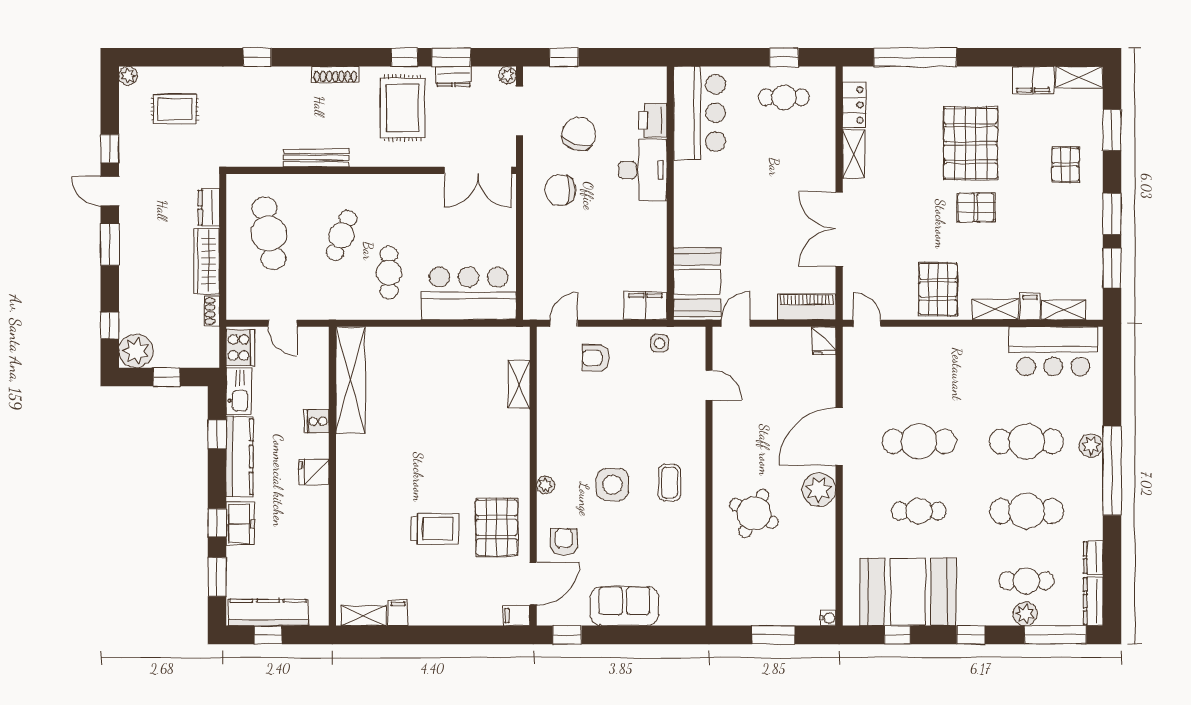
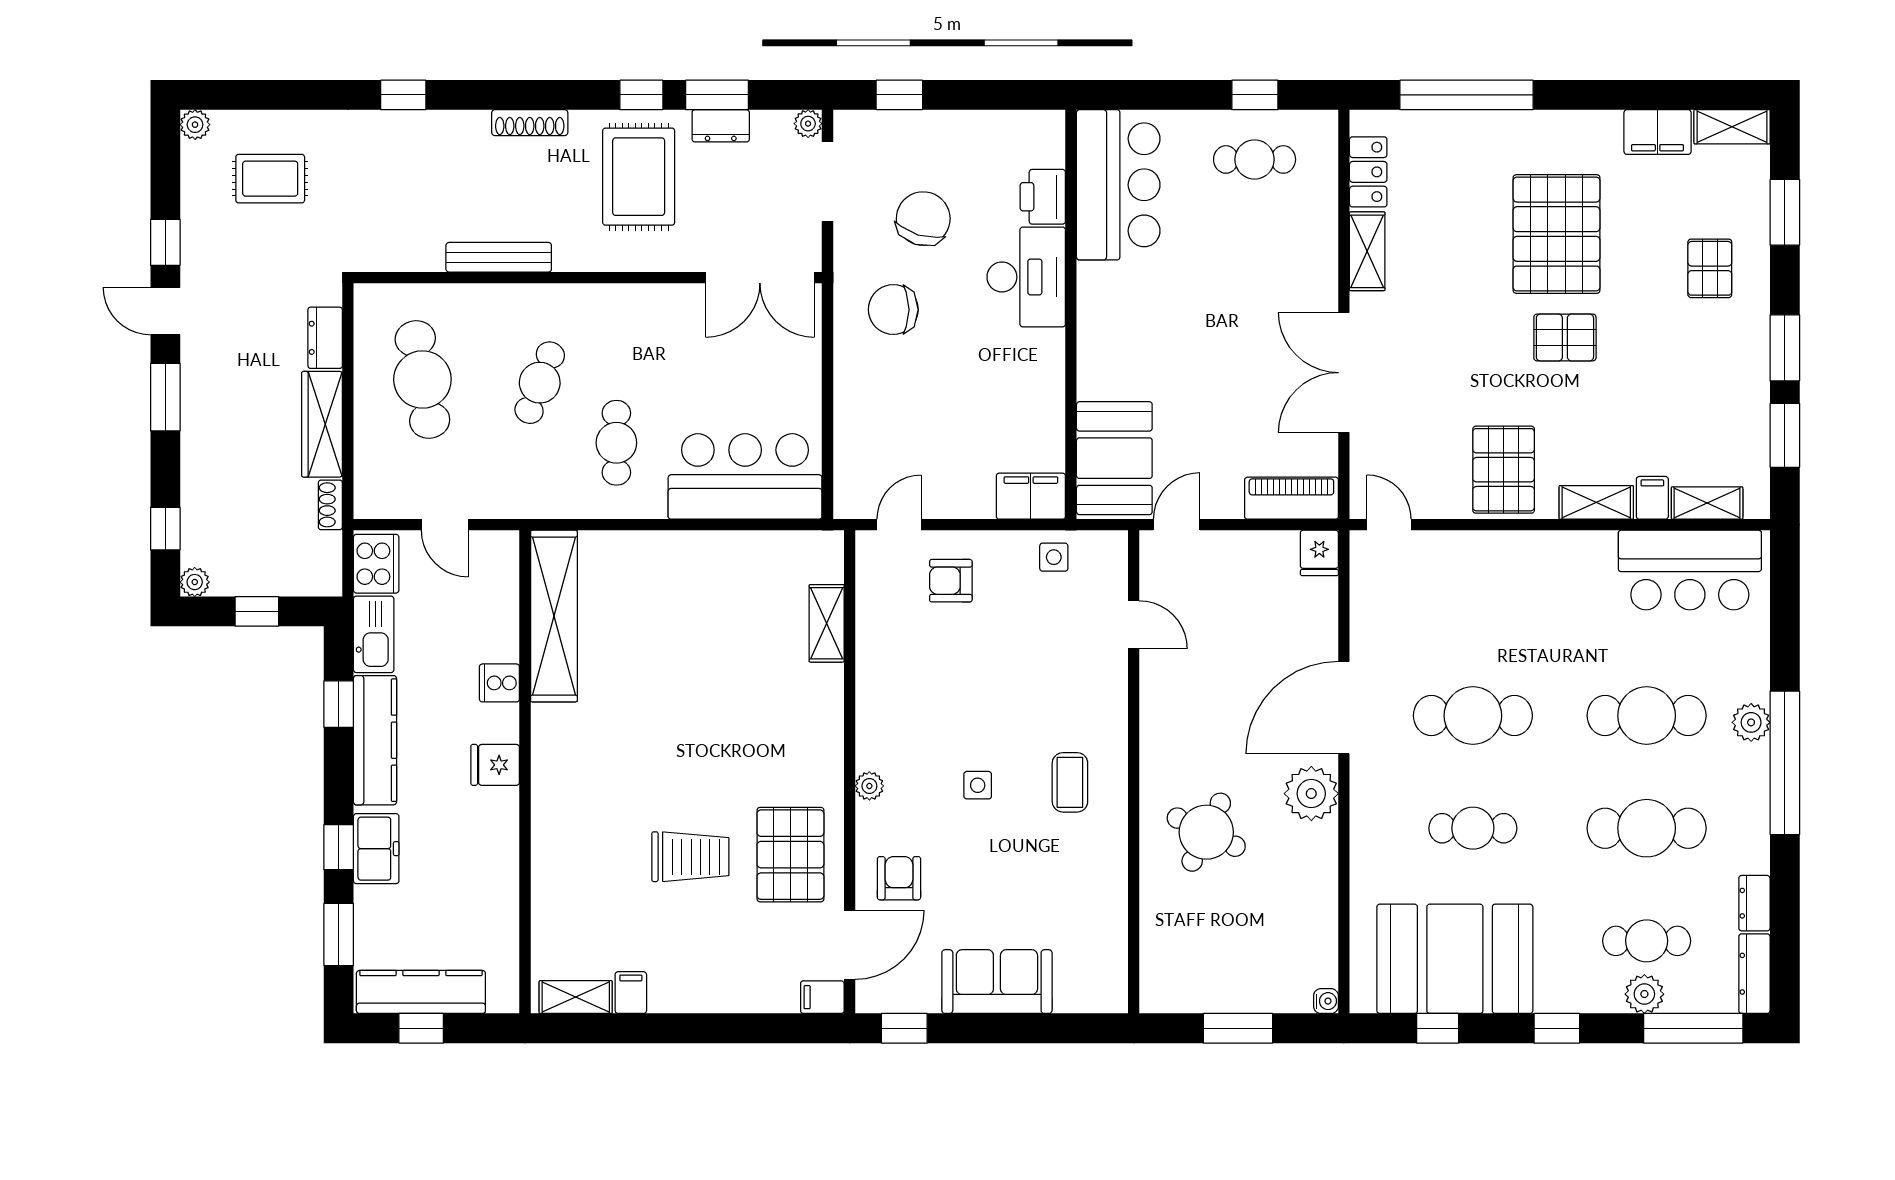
plant: (136, 351) -> (195, 582), width x0.53, depth x0.53
side table: (612, 484) -> (978, 785), width x0.54, depth x0.54

